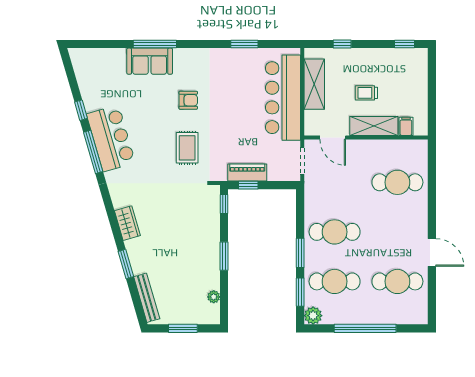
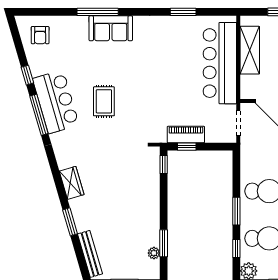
sofa: (150, 61) -> (111, 28), moved
armchair: (188, 100) -> (40, 35), moved, turned 90
rug: (187, 148) -> (104, 101), moved
window: (224, 256) -> (164, 243), moved
window: (300, 292) -> (236, 248), width x0.67

